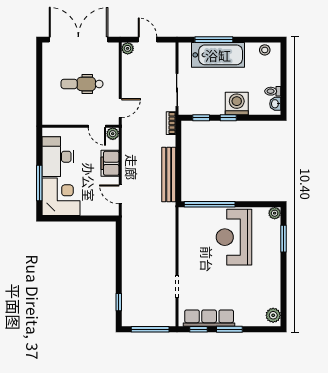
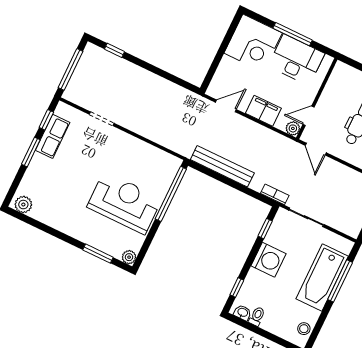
washing machine: (237, 103) -> (268, 260), moved
window: (228, 118) -> (237, 287), moved
window: (39, 183) -> (293, 34), moved
row of seats: (209, 318) -> (53, 136), width x0.68

